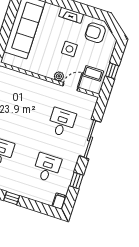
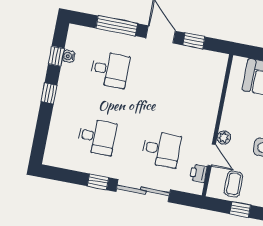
printer: (82, 98) -> (198, 173), added
window: (76, 181) -> (98, 182), moved
filing cabinet: (59, 201) -> (53, 159), removed

